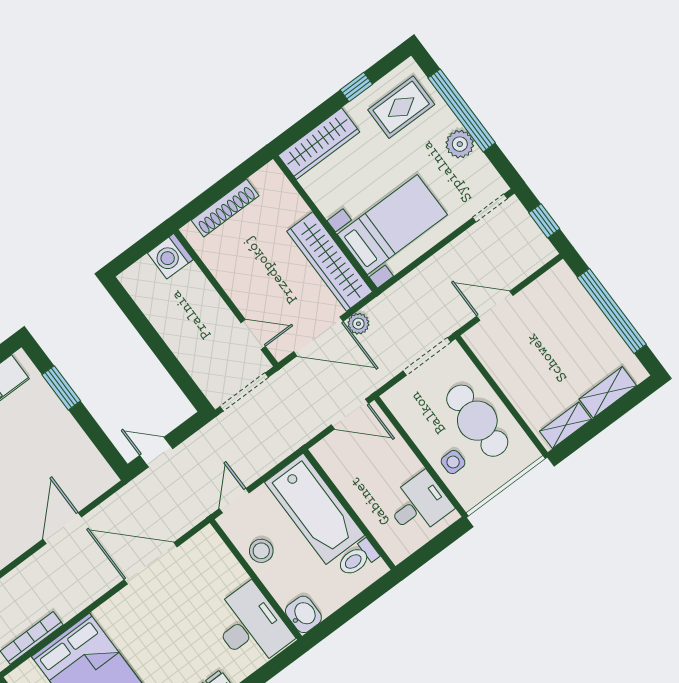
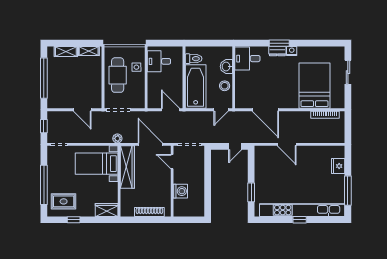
wardrobe: (319, 144) -> (107, 210), width x0.67
plant: (460, 144) -> (53, 174), removed
washing machine: (170, 256) -> (180, 191), moved
plant: (358, 324) -> (117, 138), moved
door: (350, 414) -> (170, 110), moved
door: (156, 452) -> (235, 146), hinge flipped
door: (62, 528) -> (287, 144), hinge flipped
washbasin: (303, 614) -> (226, 67), moved
desk: (251, 626) -> (247, 59), width x0.73

